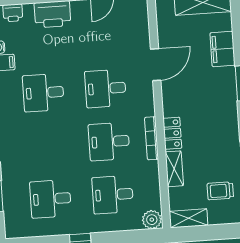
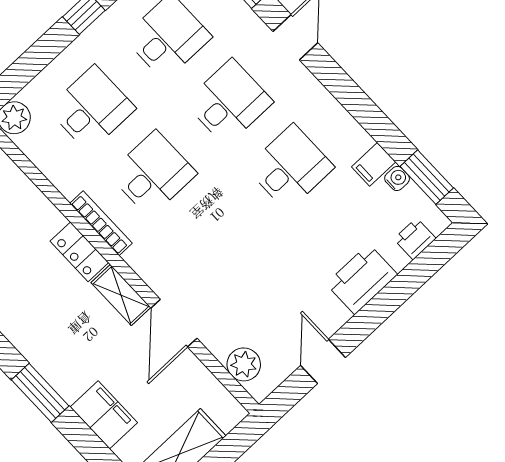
plant: (139, 19) -> (244, 364), added
desk: (105, 88) -> (229, 102), moved
shelving: (174, 169) -> (121, 295), moved

